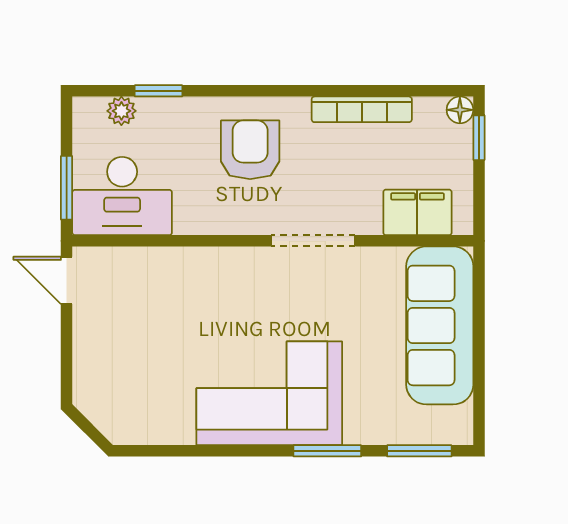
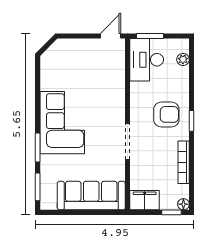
window: (158, 91) -> (192, 121), moved
filing cabinet: (417, 212) -> (145, 200), moved, turned -90

